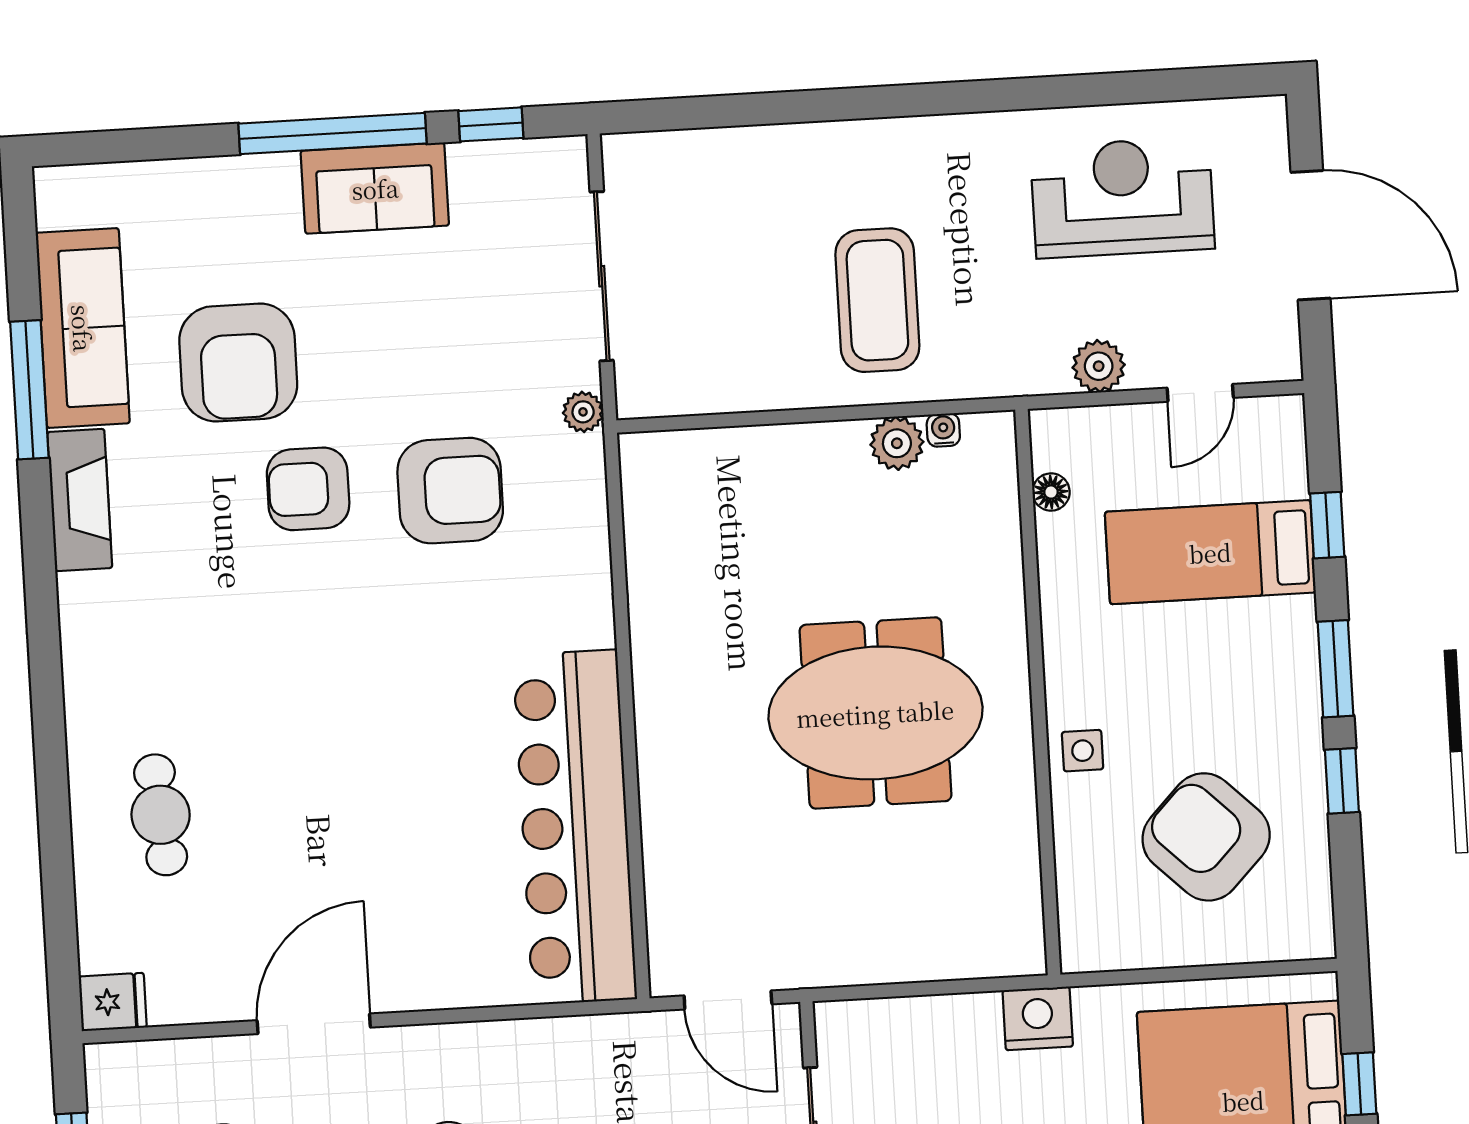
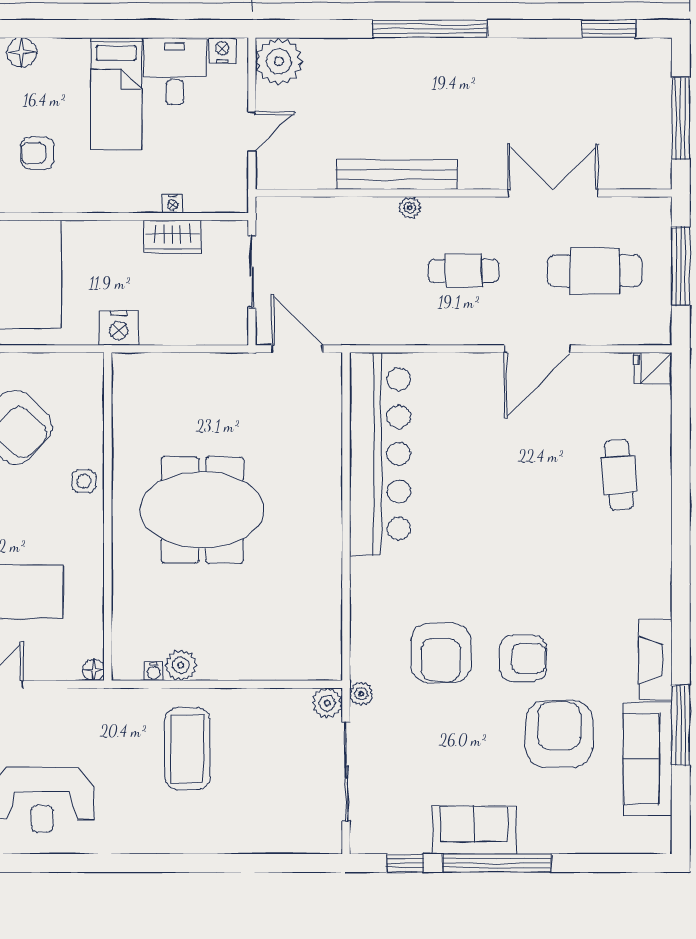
plant: (1099, 366) -> (327, 703), moved
armchair: (450, 491) -> (441, 653), turned -90
floor lamp: (1051, 492) -> (93, 670), moved

